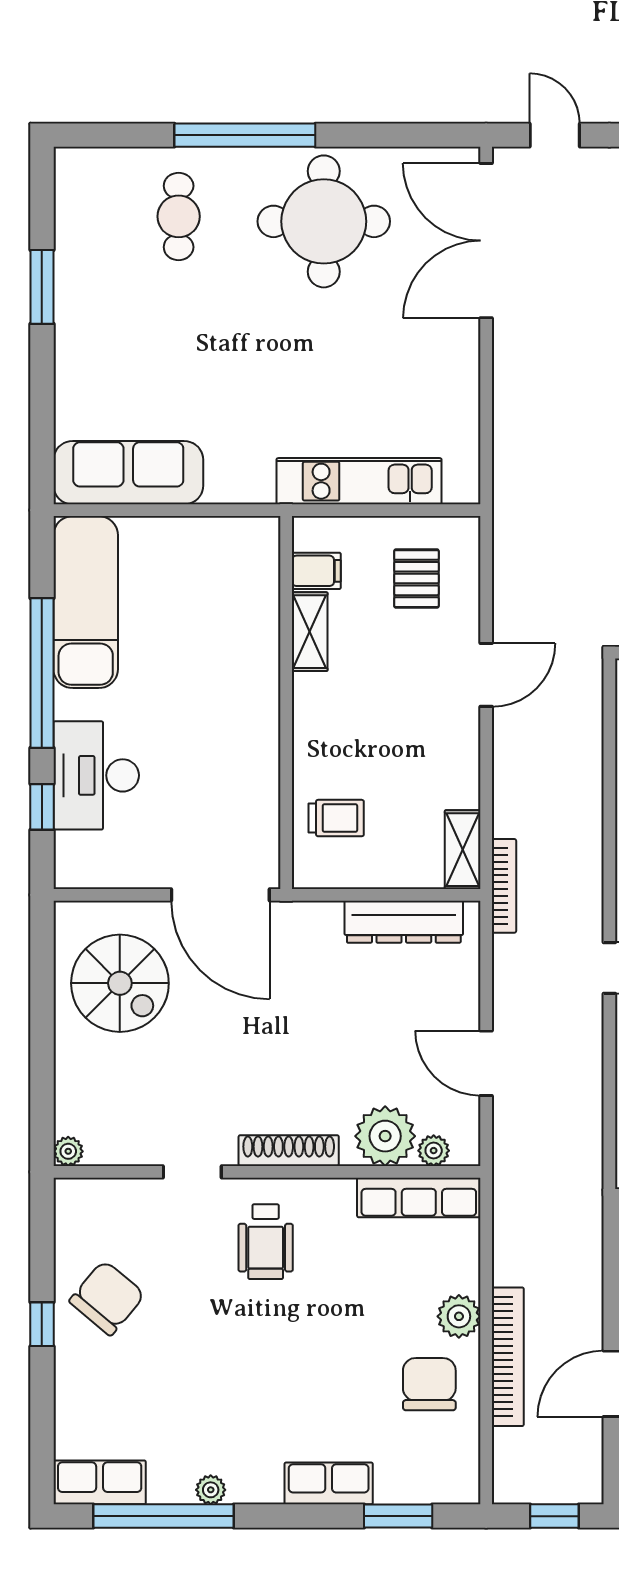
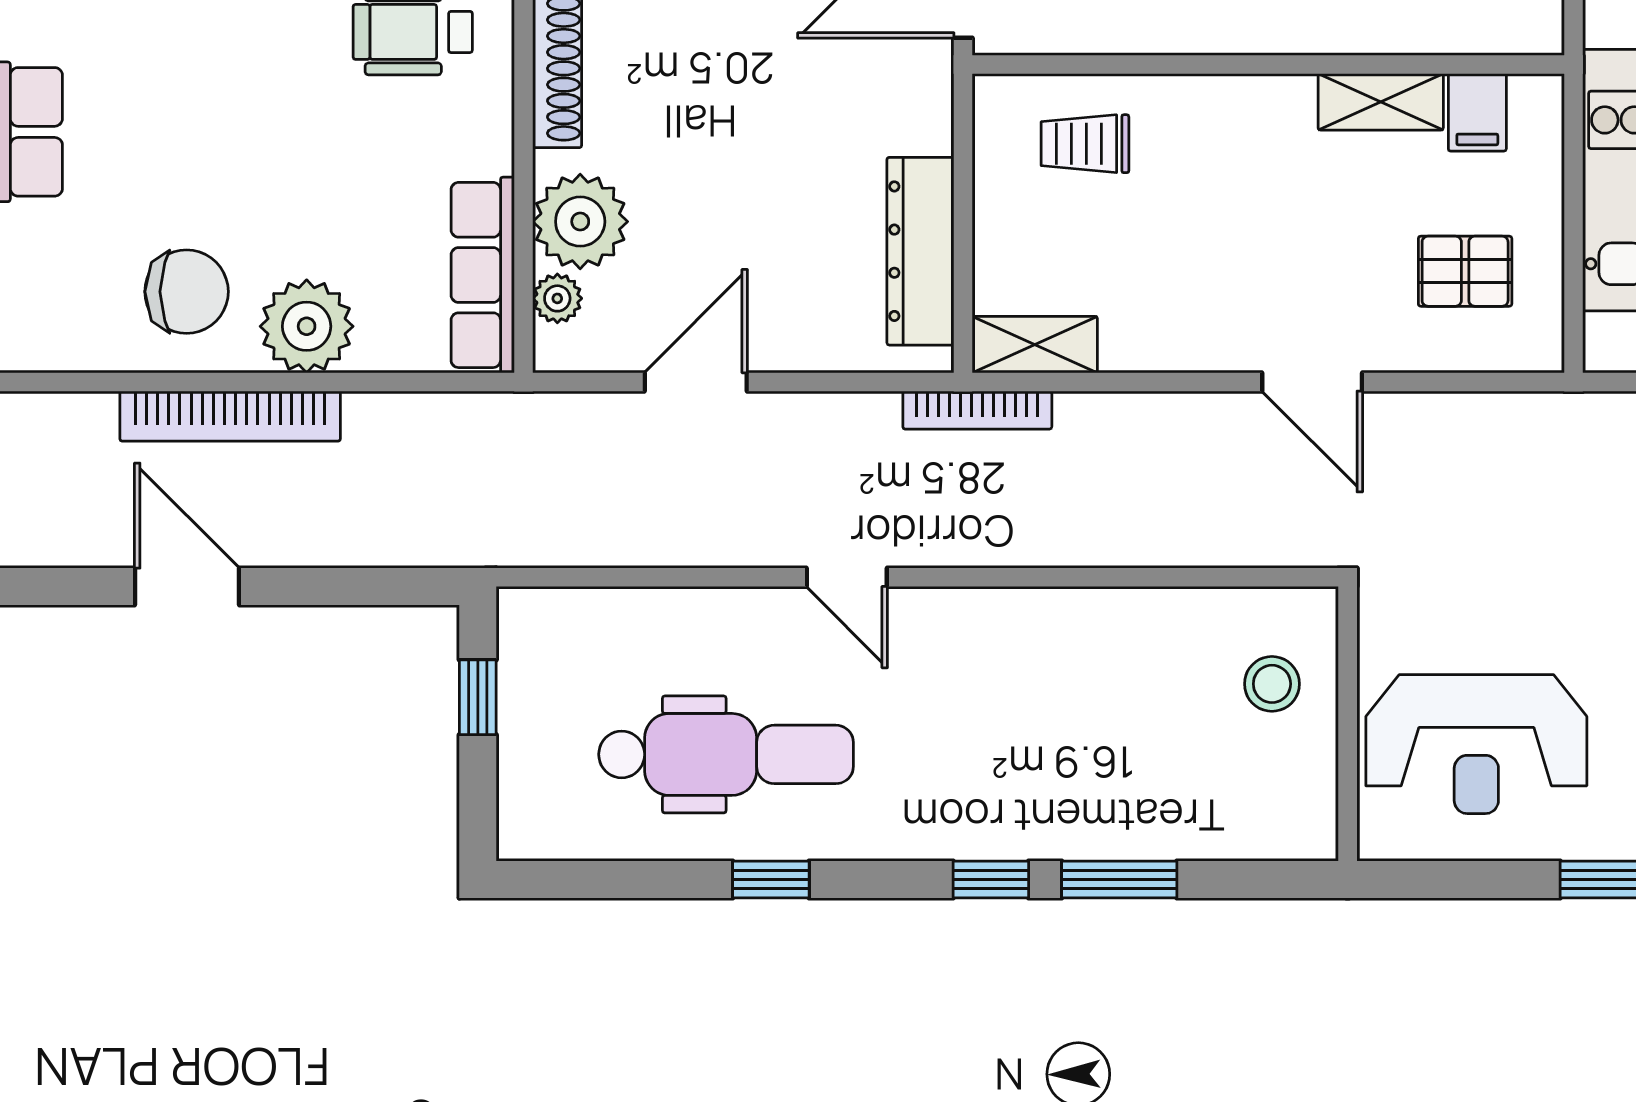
trolley: (336, 818) -> (1085, 144), turned 90
plant: (459, 1316) -> (307, 326), width x1.36, depth x1.36

